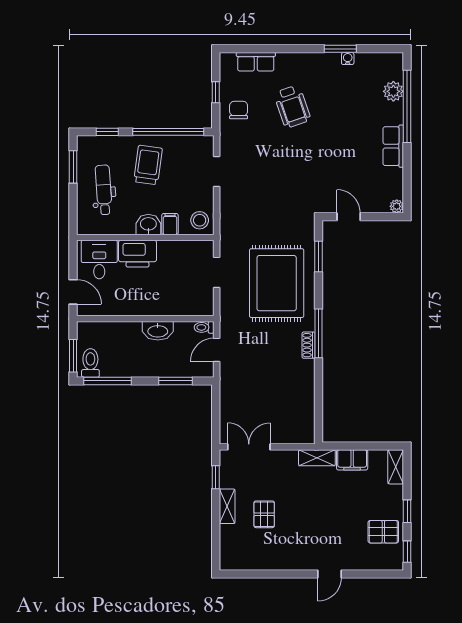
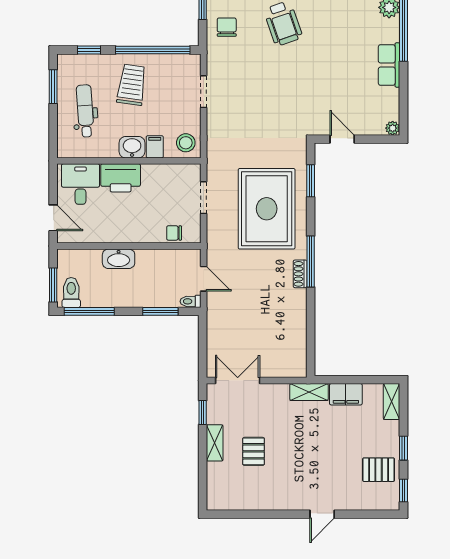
chair: (188, 306) -> (174, 233), added
toilet: (204, 327) -> (191, 301), moved
washbasin: (158, 331) -> (119, 259), moved
door: (217, 350) -> (204, 279), swing flipped

